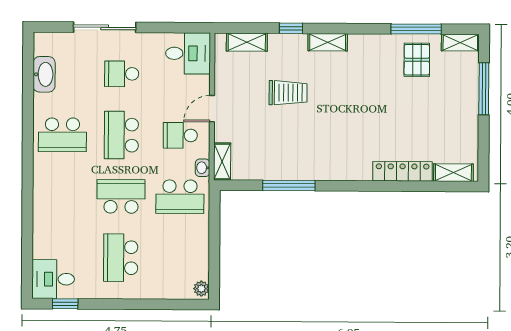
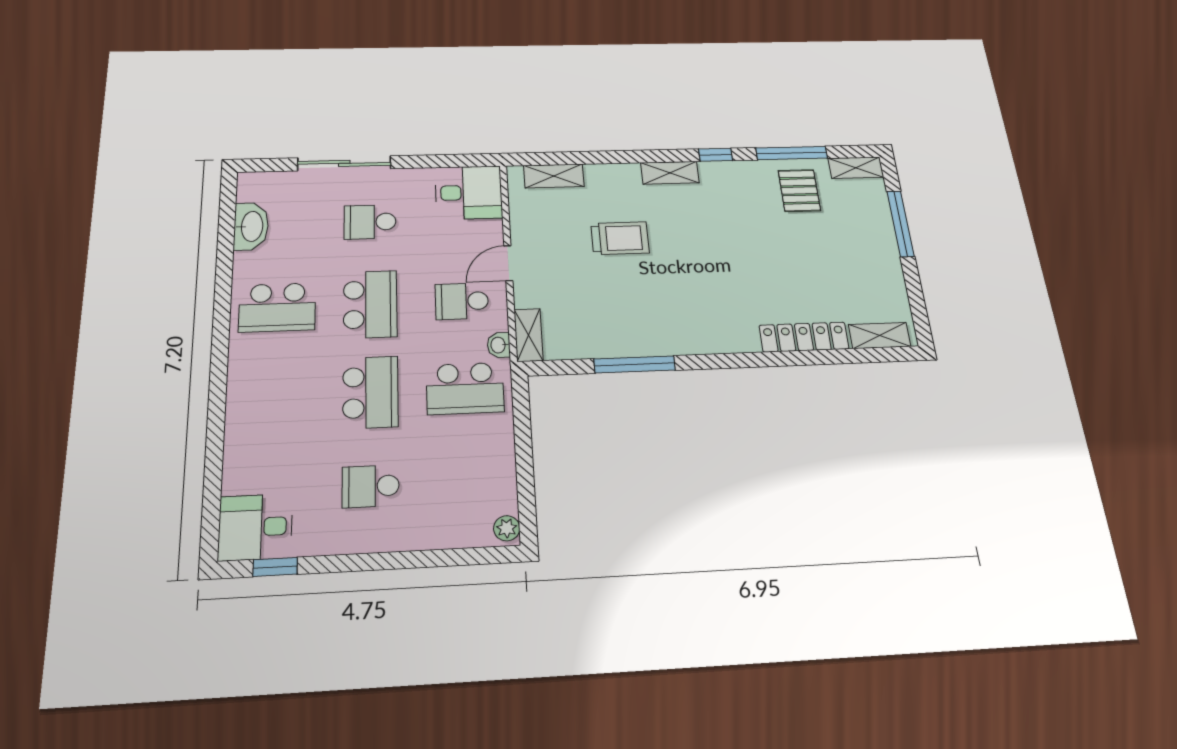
window: (291, 28) -> (716, 155), moved
school desk: (121, 135) -> (370, 304), turned 180
school desk: (121, 196) -> (370, 392), turned 90
school desk: (121, 258) -> (371, 486), width x0.54

